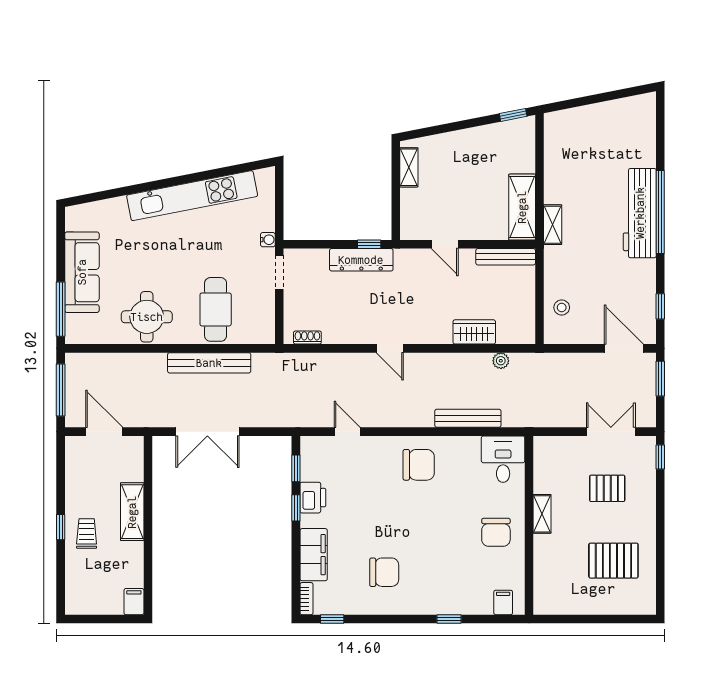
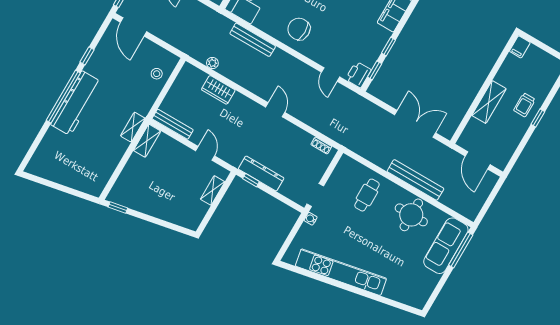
shelving: (409, 167) -> (213, 190), moved
shelving: (522, 207) -> (147, 141), width x0.67, depth x0.75
sofa: (82, 272) -> (446, 246), moved
window: (660, 306) -> (87, 56), moved
cafe table: (216, 309) -> (367, 195), width x0.73, depth x0.74
bench: (209, 363) -> (415, 180), moved
window: (61, 390) -> (489, 201), removed
printer: (313, 498) -> (358, 75), moved

